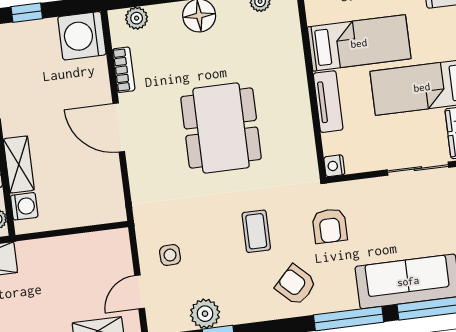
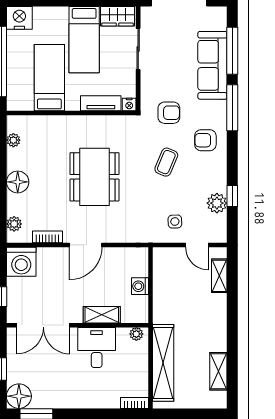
tv unit: (328, 102) -> (101, 103), moved
dining table: (221, 128) -> (94, 177), turned 90
washing machine: (24, 206) -> (140, 286), moved, turned -90
coffee table: (256, 231) -> (166, 162), turned -67
armchair: (296, 285) -> (205, 140), turned 46

